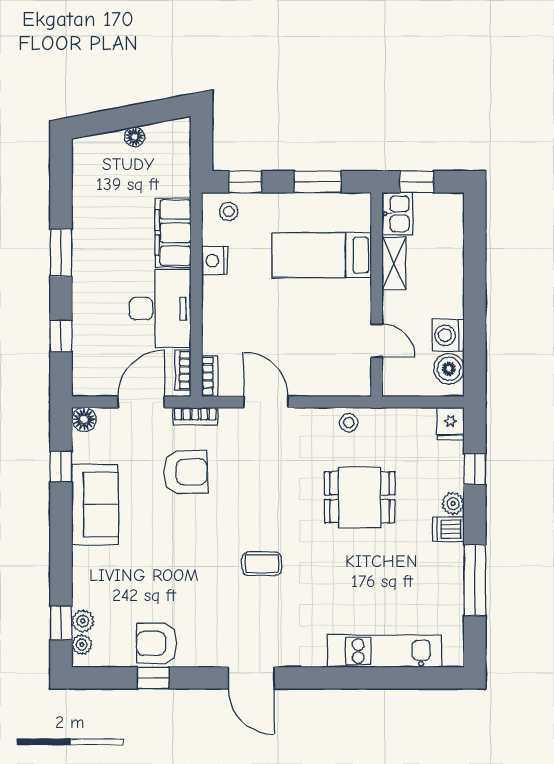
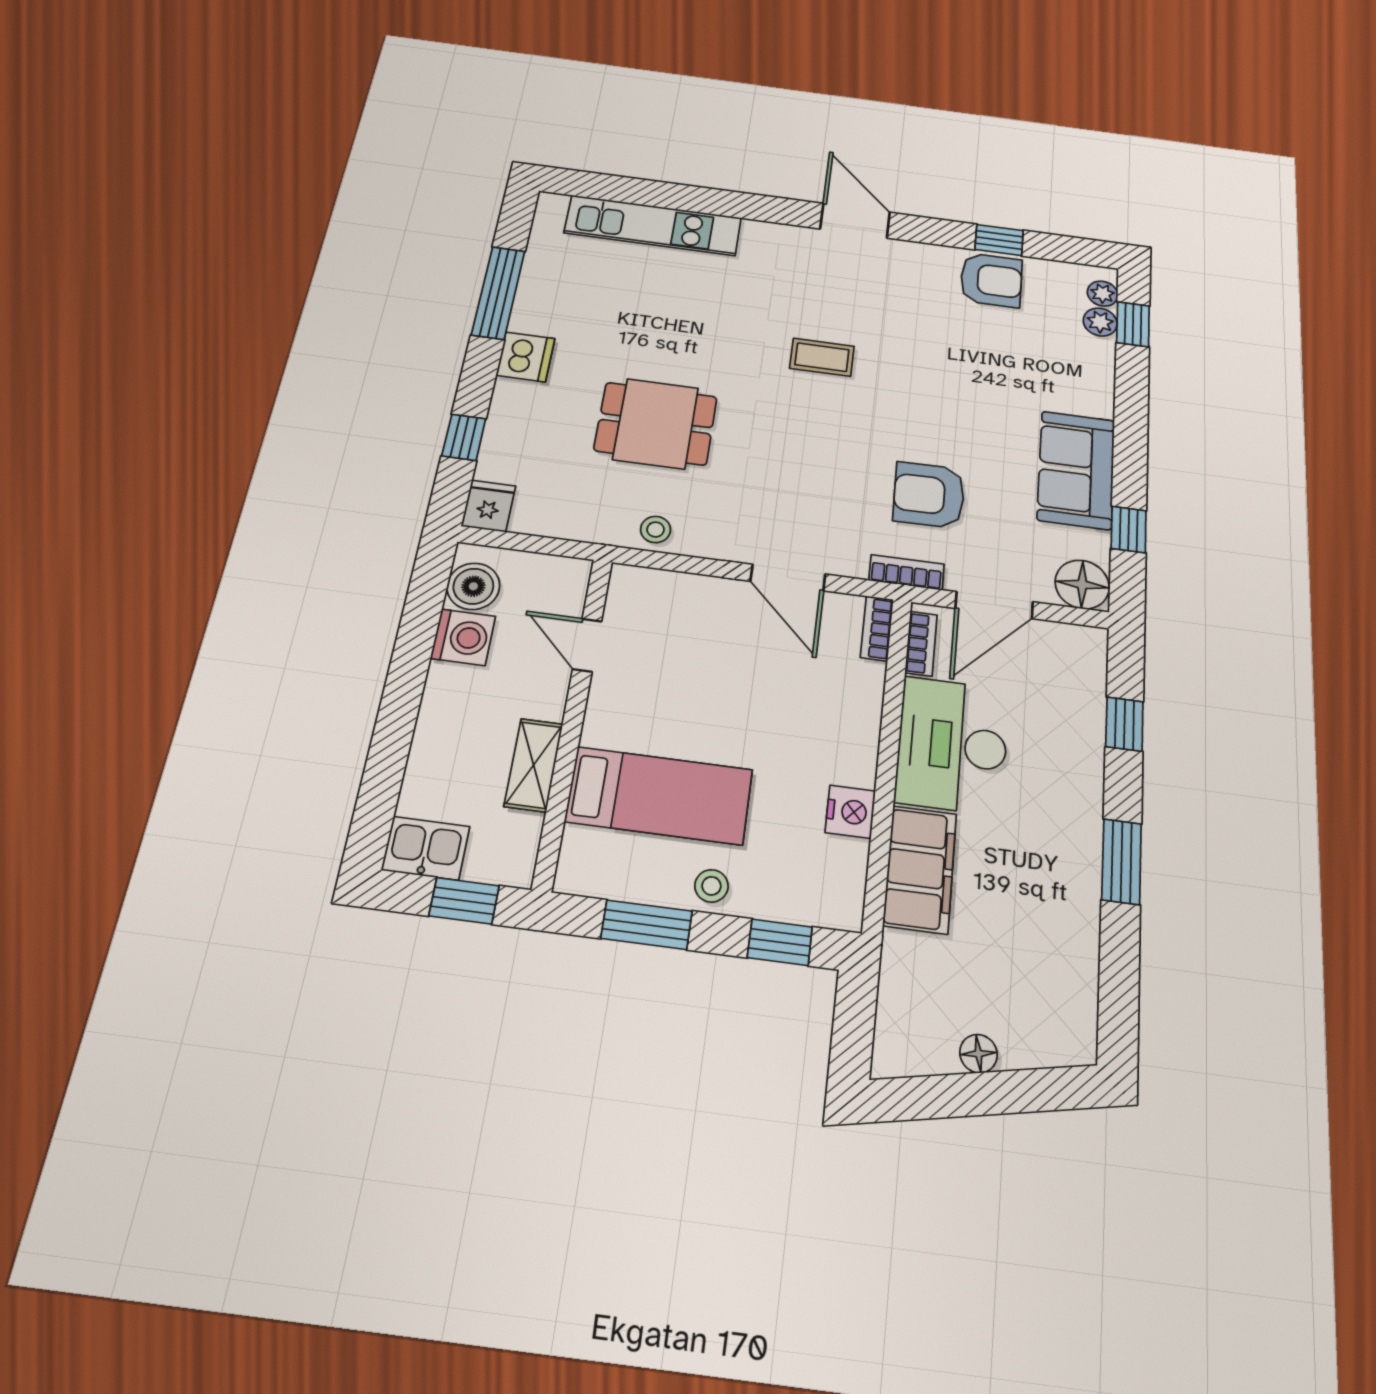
stool: (229, 211) -> (711, 886), moved
kitchen sink: (397, 214) -> (426, 848), moved, turned 90
floor lamp: (84, 419) -> (1082, 584), width x1.38, depth x1.38
plant: (453, 504) -> (510, 395), removed
dishwasher: (448, 529) -> (526, 357), width x1.38

